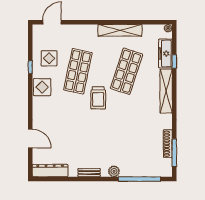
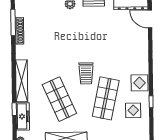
shop shelf: (127, 71) -> (59, 99), turned -42
trolley: (98, 98) -> (86, 73), turned 180
door: (30, 138) -> (150, 19), moved

